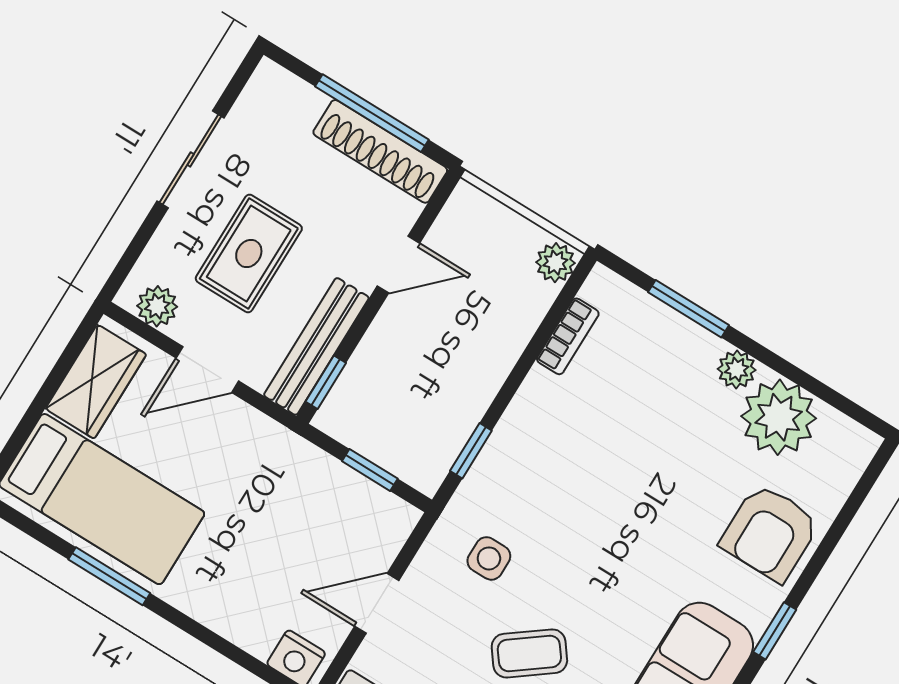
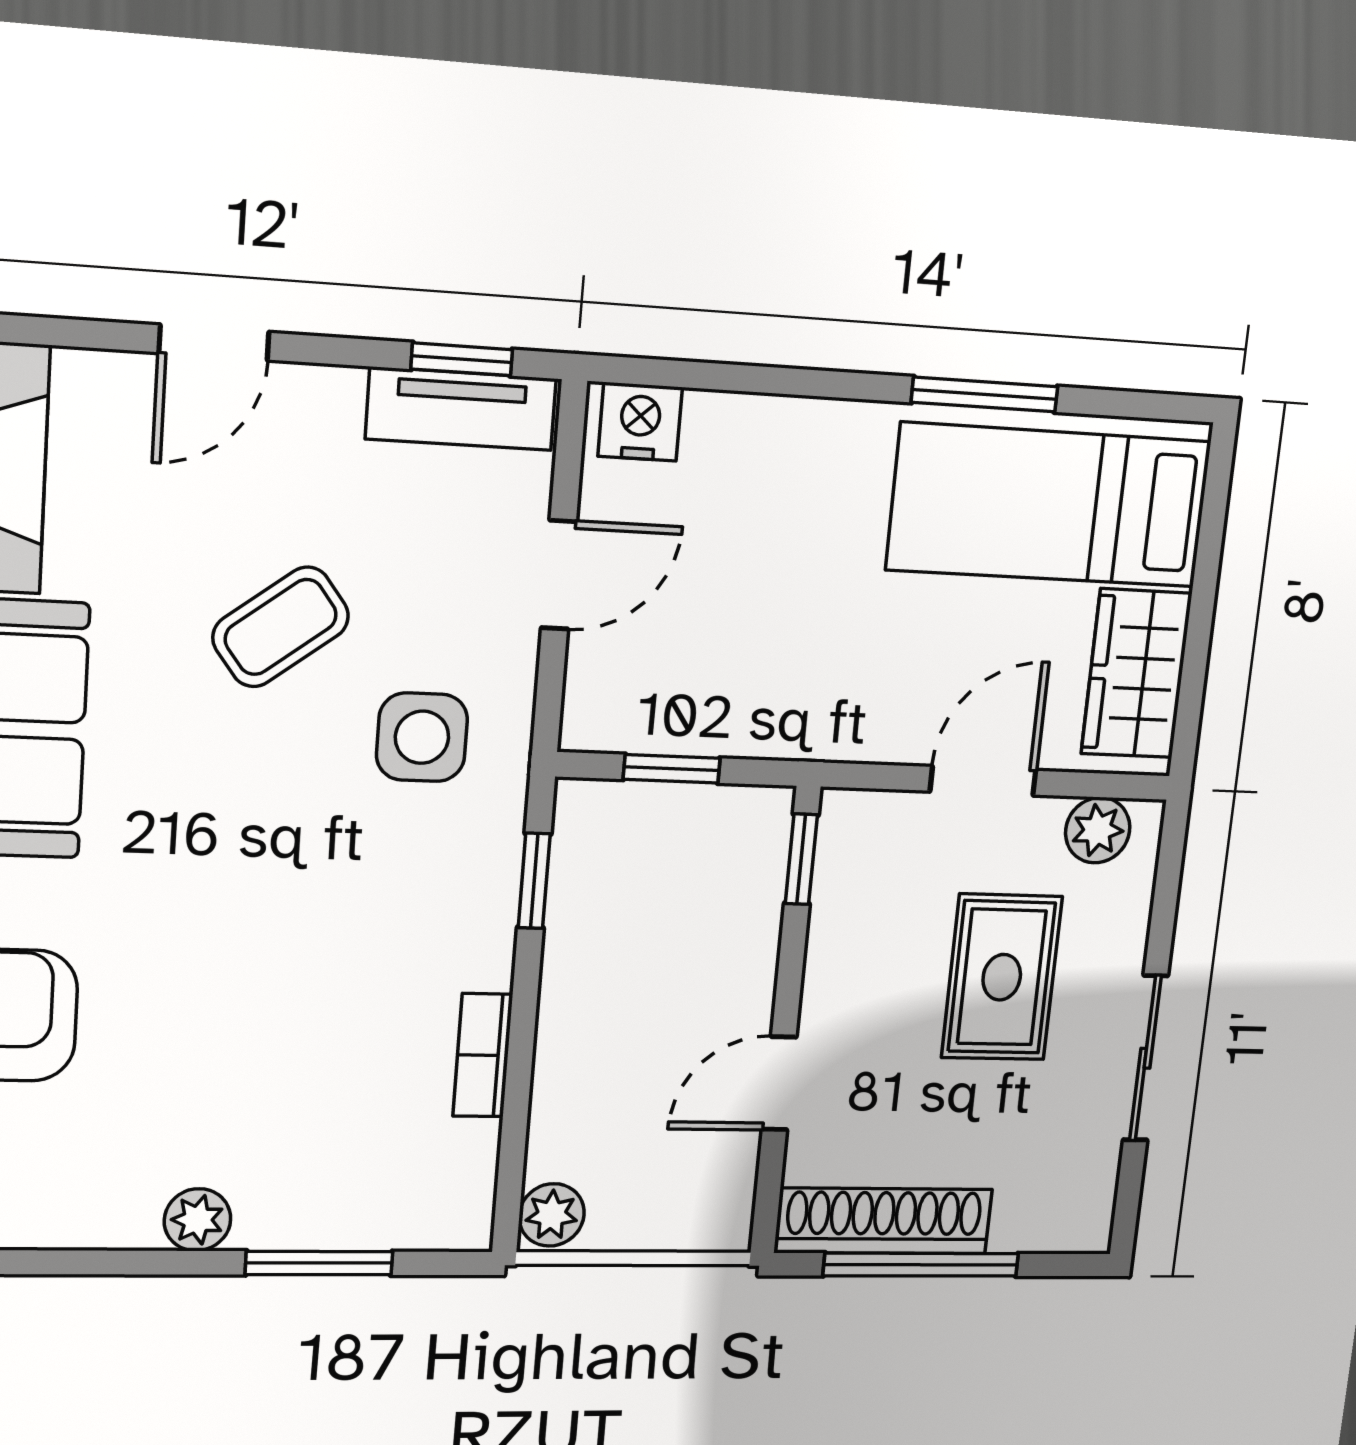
bookcase: (568, 336) -> (483, 1055), moved
bench: (316, 346) -> (840, 902), removed
plant: (779, 417) -> (93, 1188), removed
side table: (489, 558) -> (422, 737), width x1.37, depth x1.37

